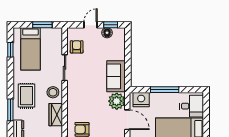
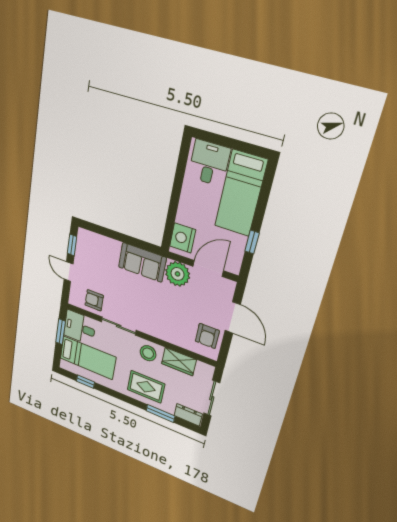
floor lamp: (107, 33) -> (82, 254), removed
desk: (52, 39) -> (80, 328), added
window: (165, 90) -> (175, 198), removed

